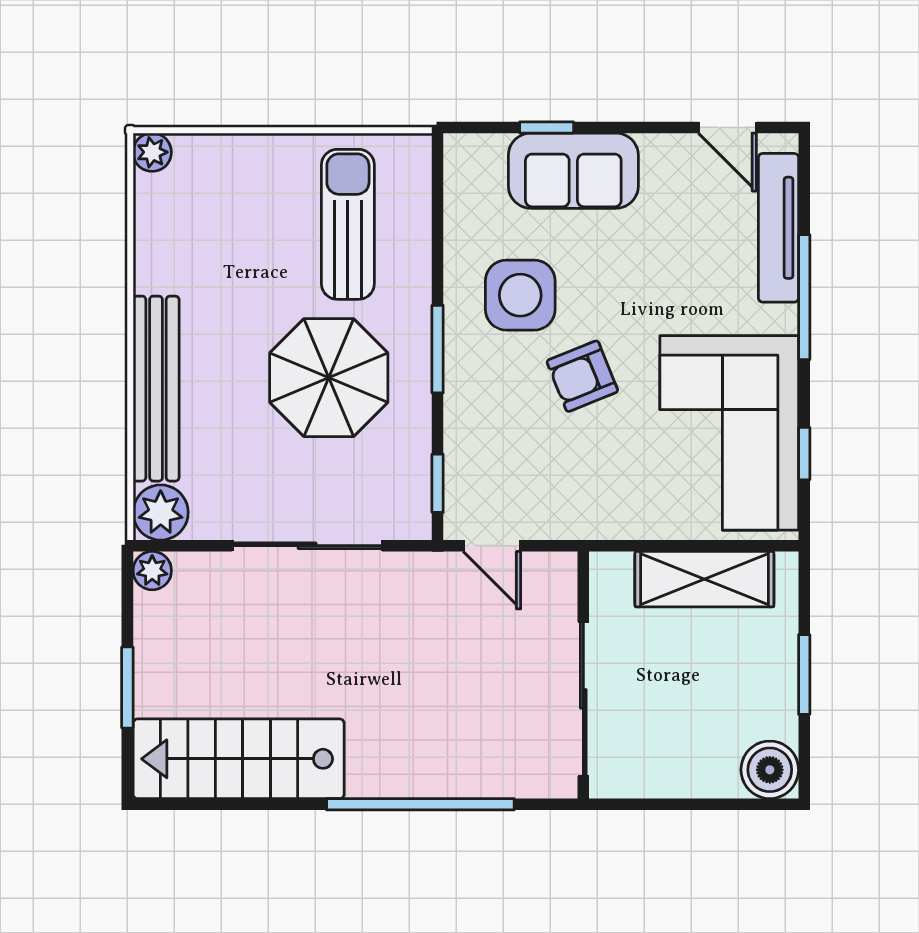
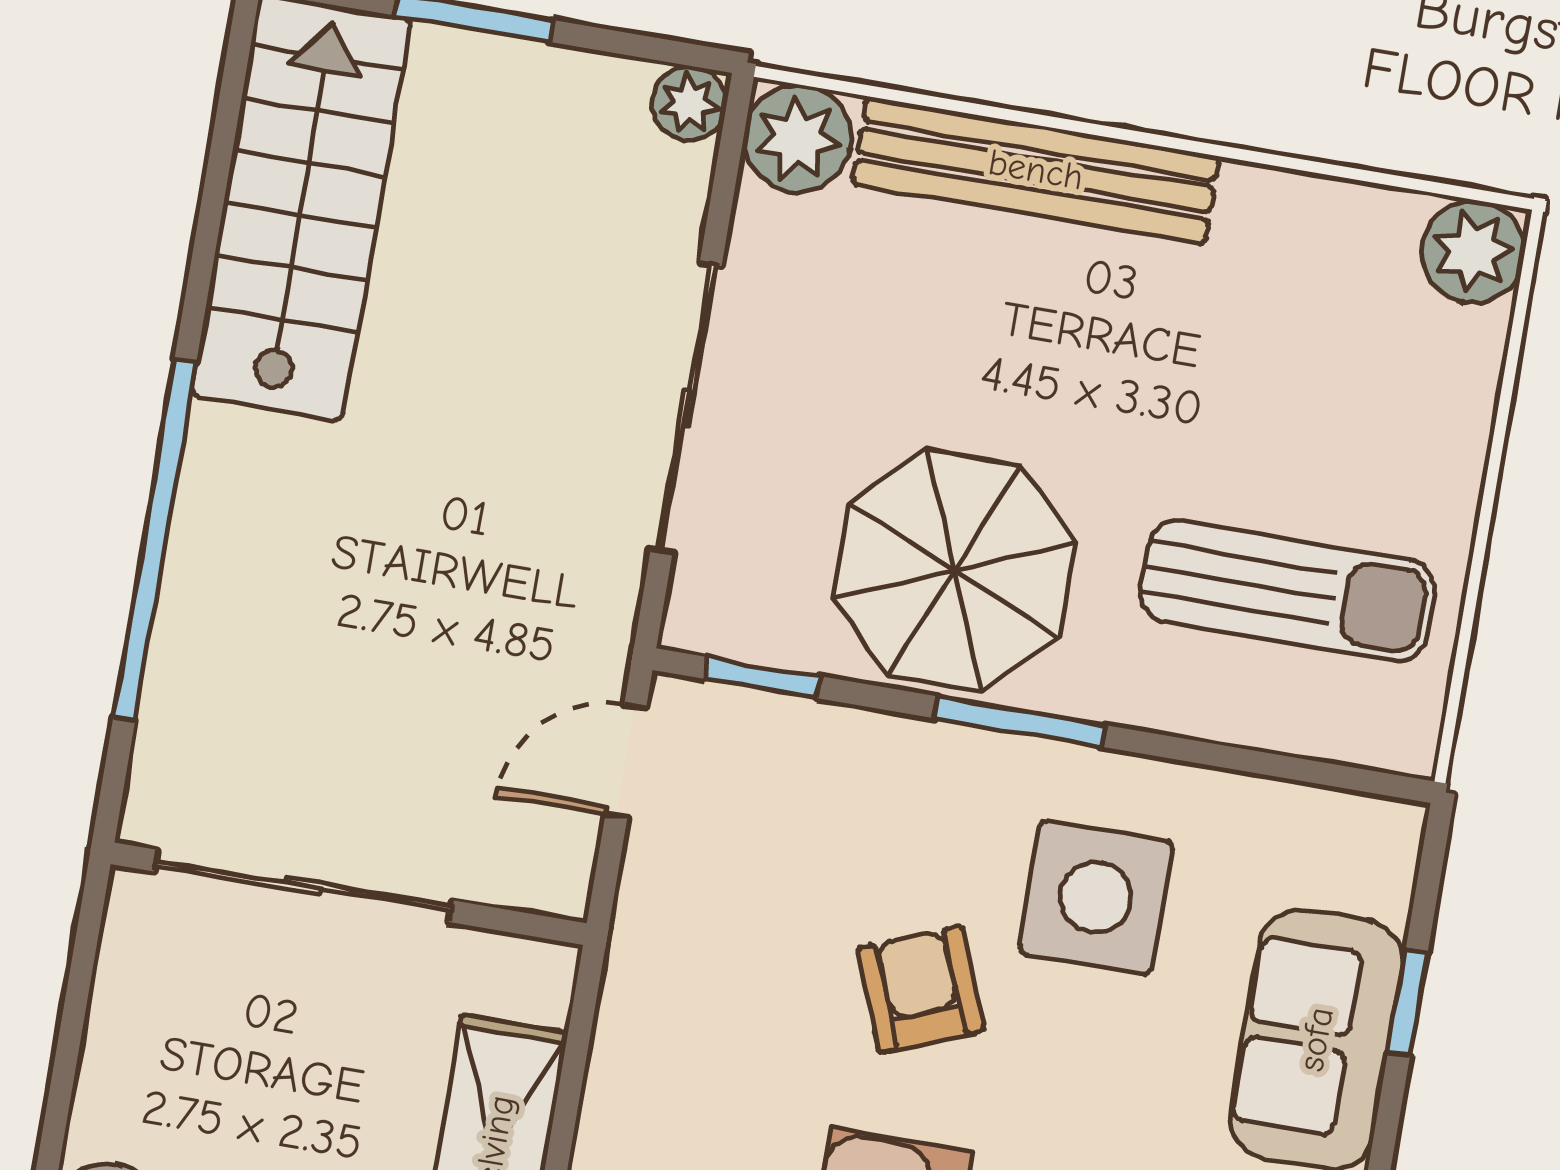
plant: (152, 152) -> (1473, 252), width x1.38, depth x1.38
parasol: (329, 378) -> (954, 570), moved

